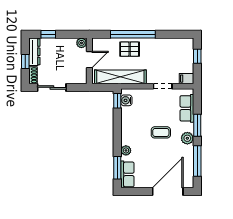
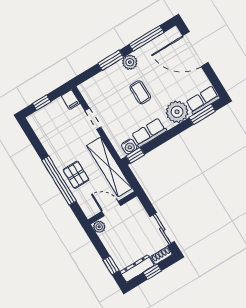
row of seats: (187, 108) -> (149, 133), moved, turned 180
plant: (126, 150) -> (177, 112), width x1.87, depth x1.87

